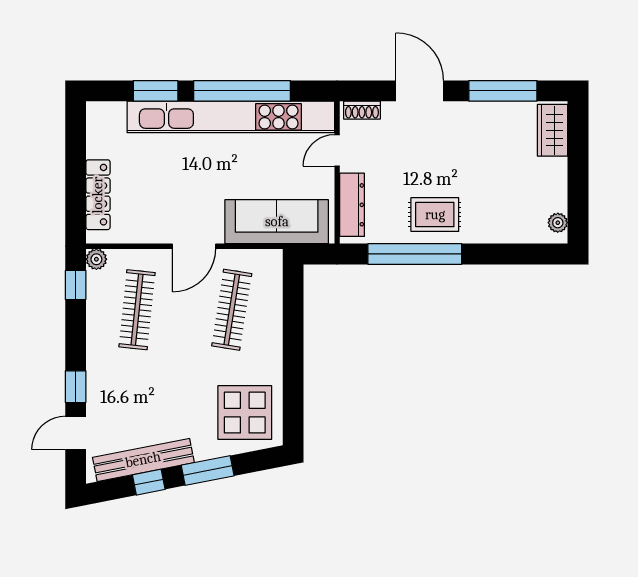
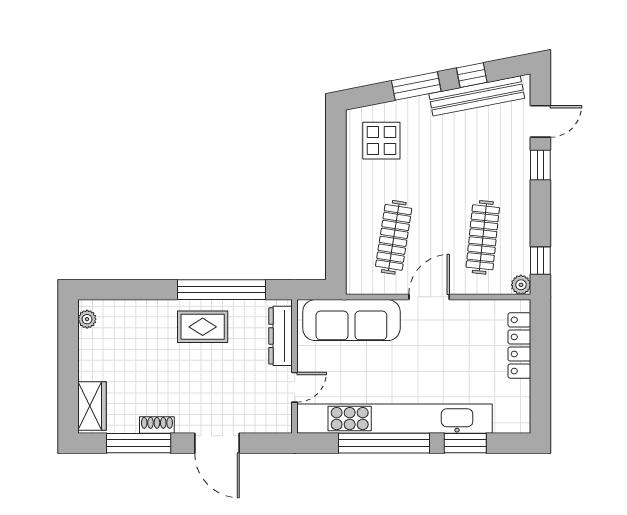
shoe rack: (362, 110) -> (157, 425), moved
display table: (245, 413) -> (381, 141), width x0.73, depth x0.73

